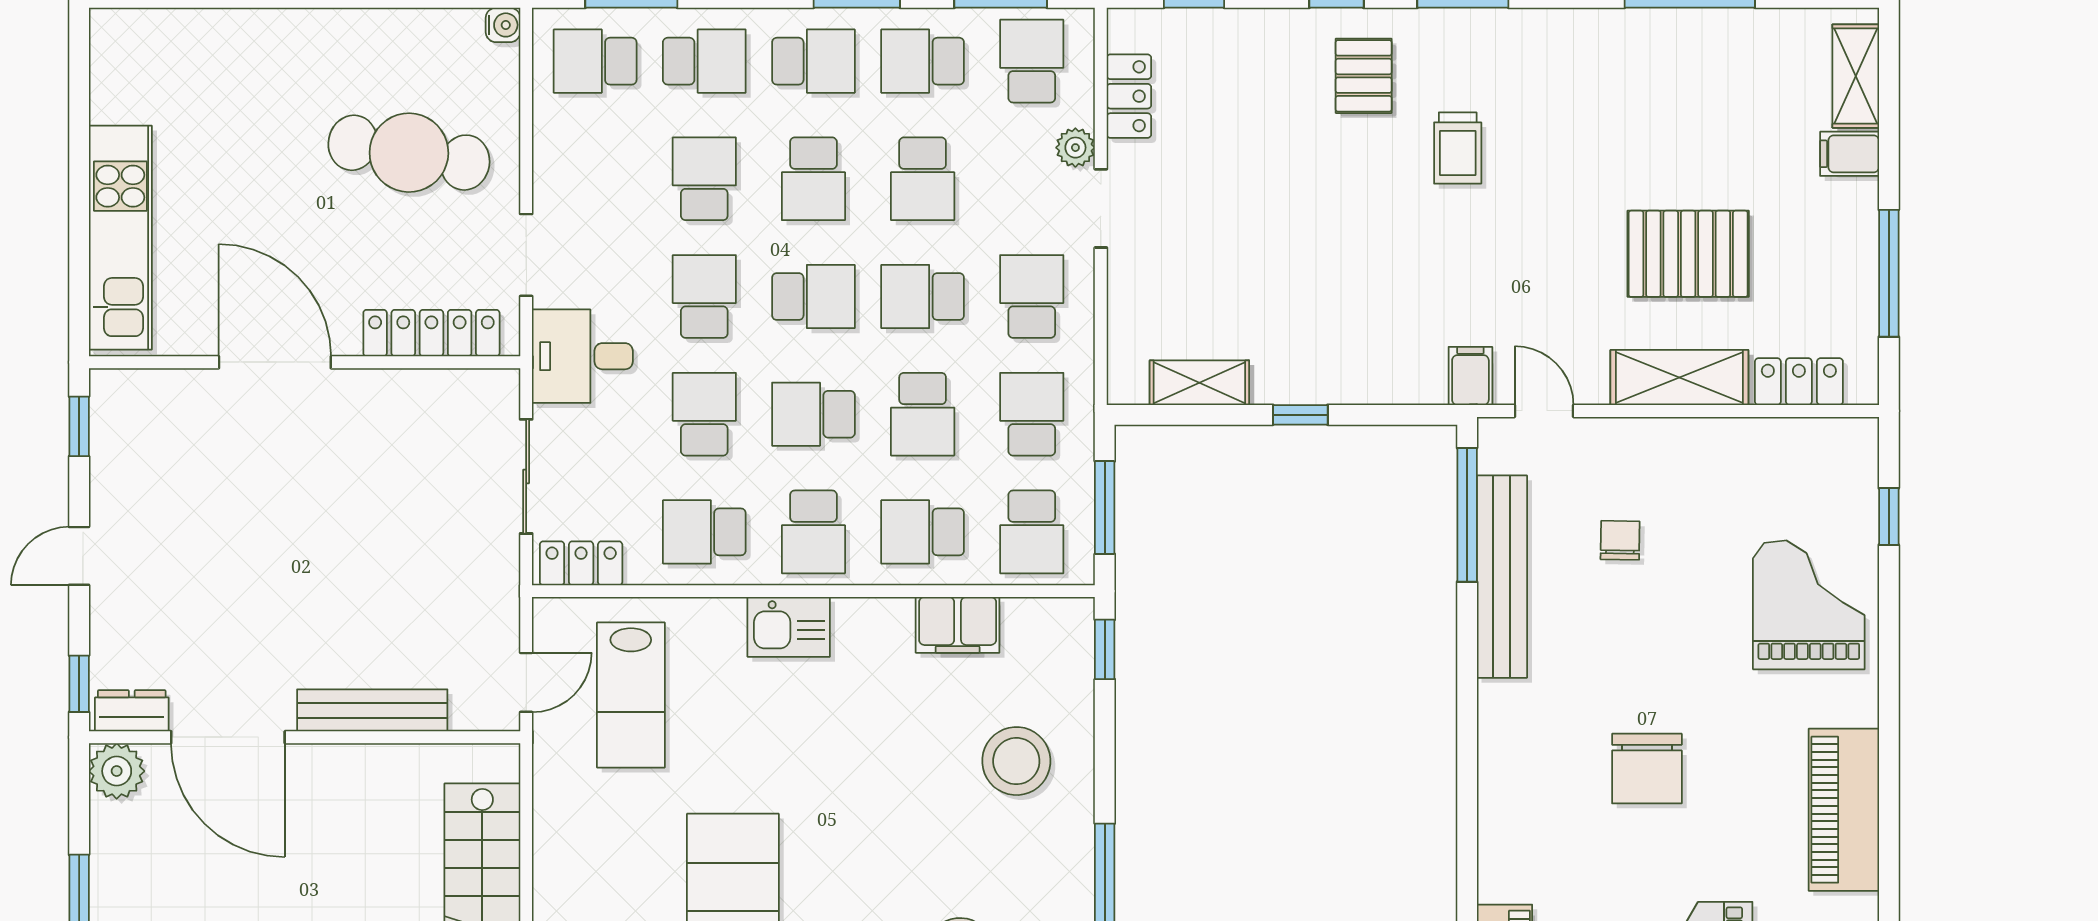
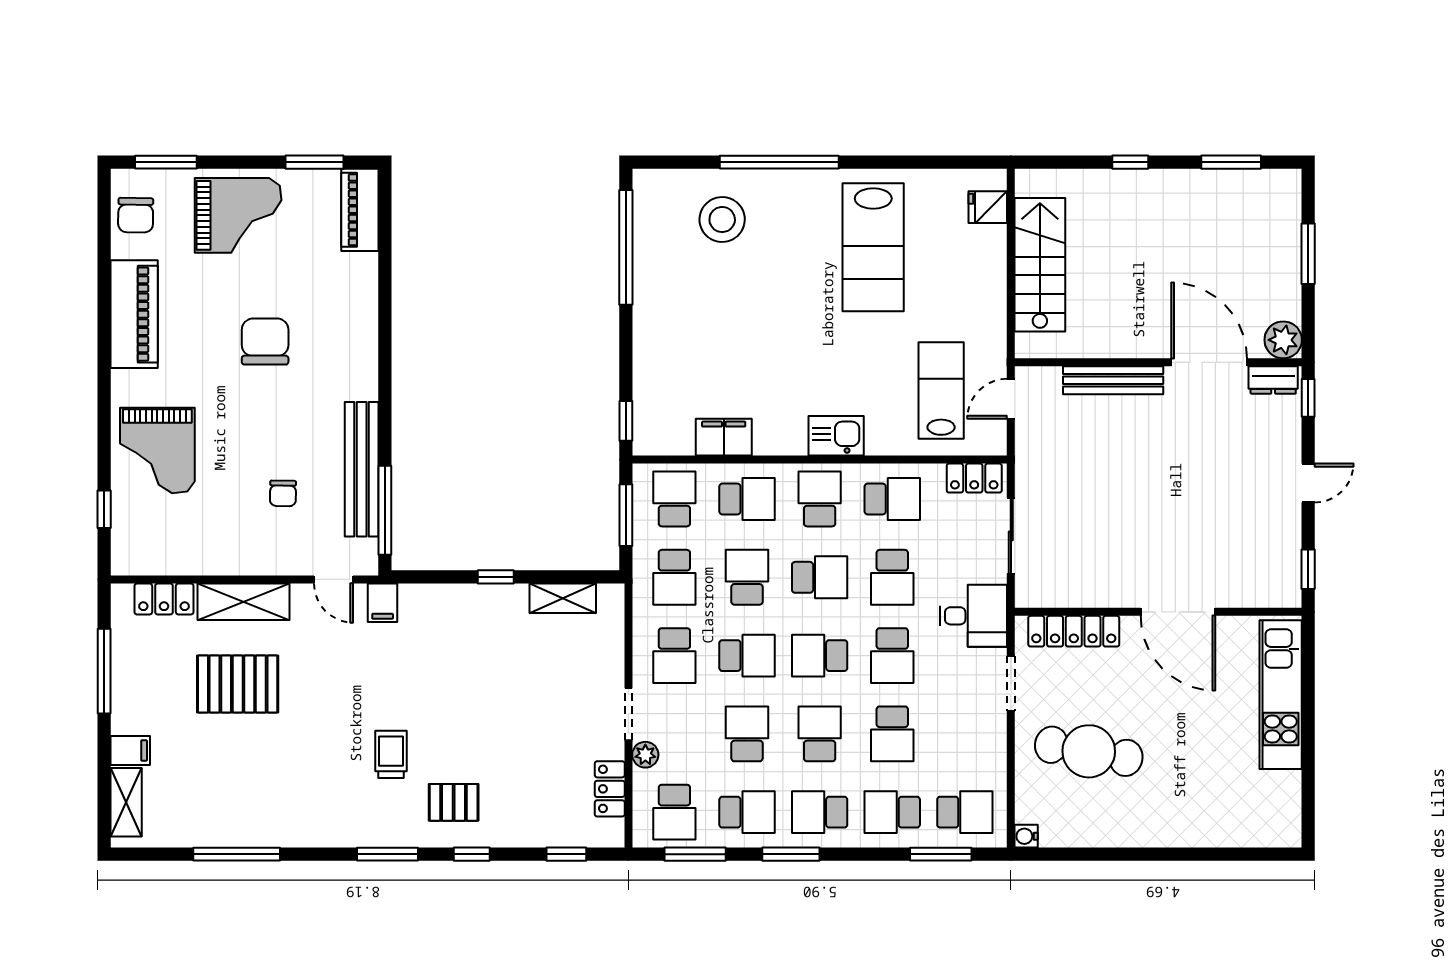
pallet: (1364, 76) -> (454, 802), turned 90
stool: (1016, 761) -> (685, 347), removed

